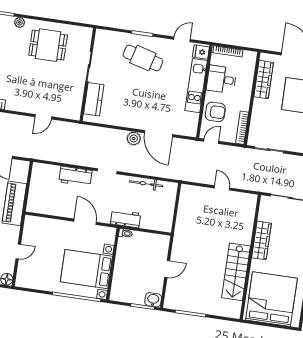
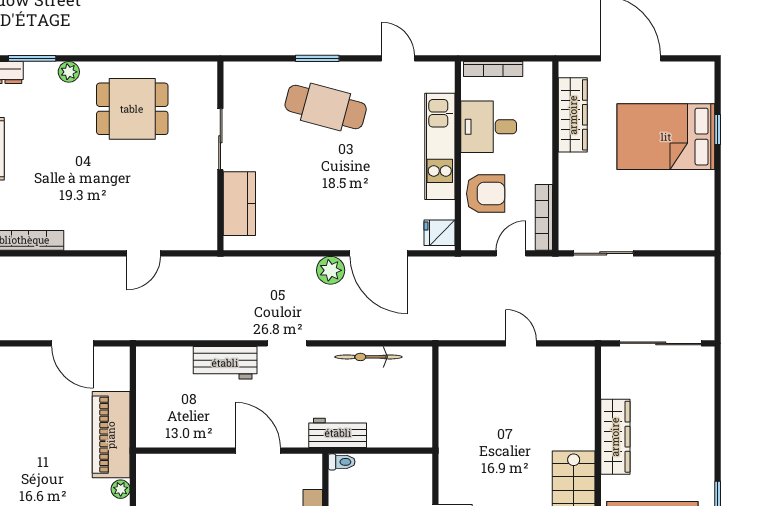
door: (182, 39) -> (398, 58), hinge flipped
fridge: (201, 52) -> (439, 233), moved
door: (211, 141) -> (511, 253), moved
plant: (15, 231) -> (121, 489), added

